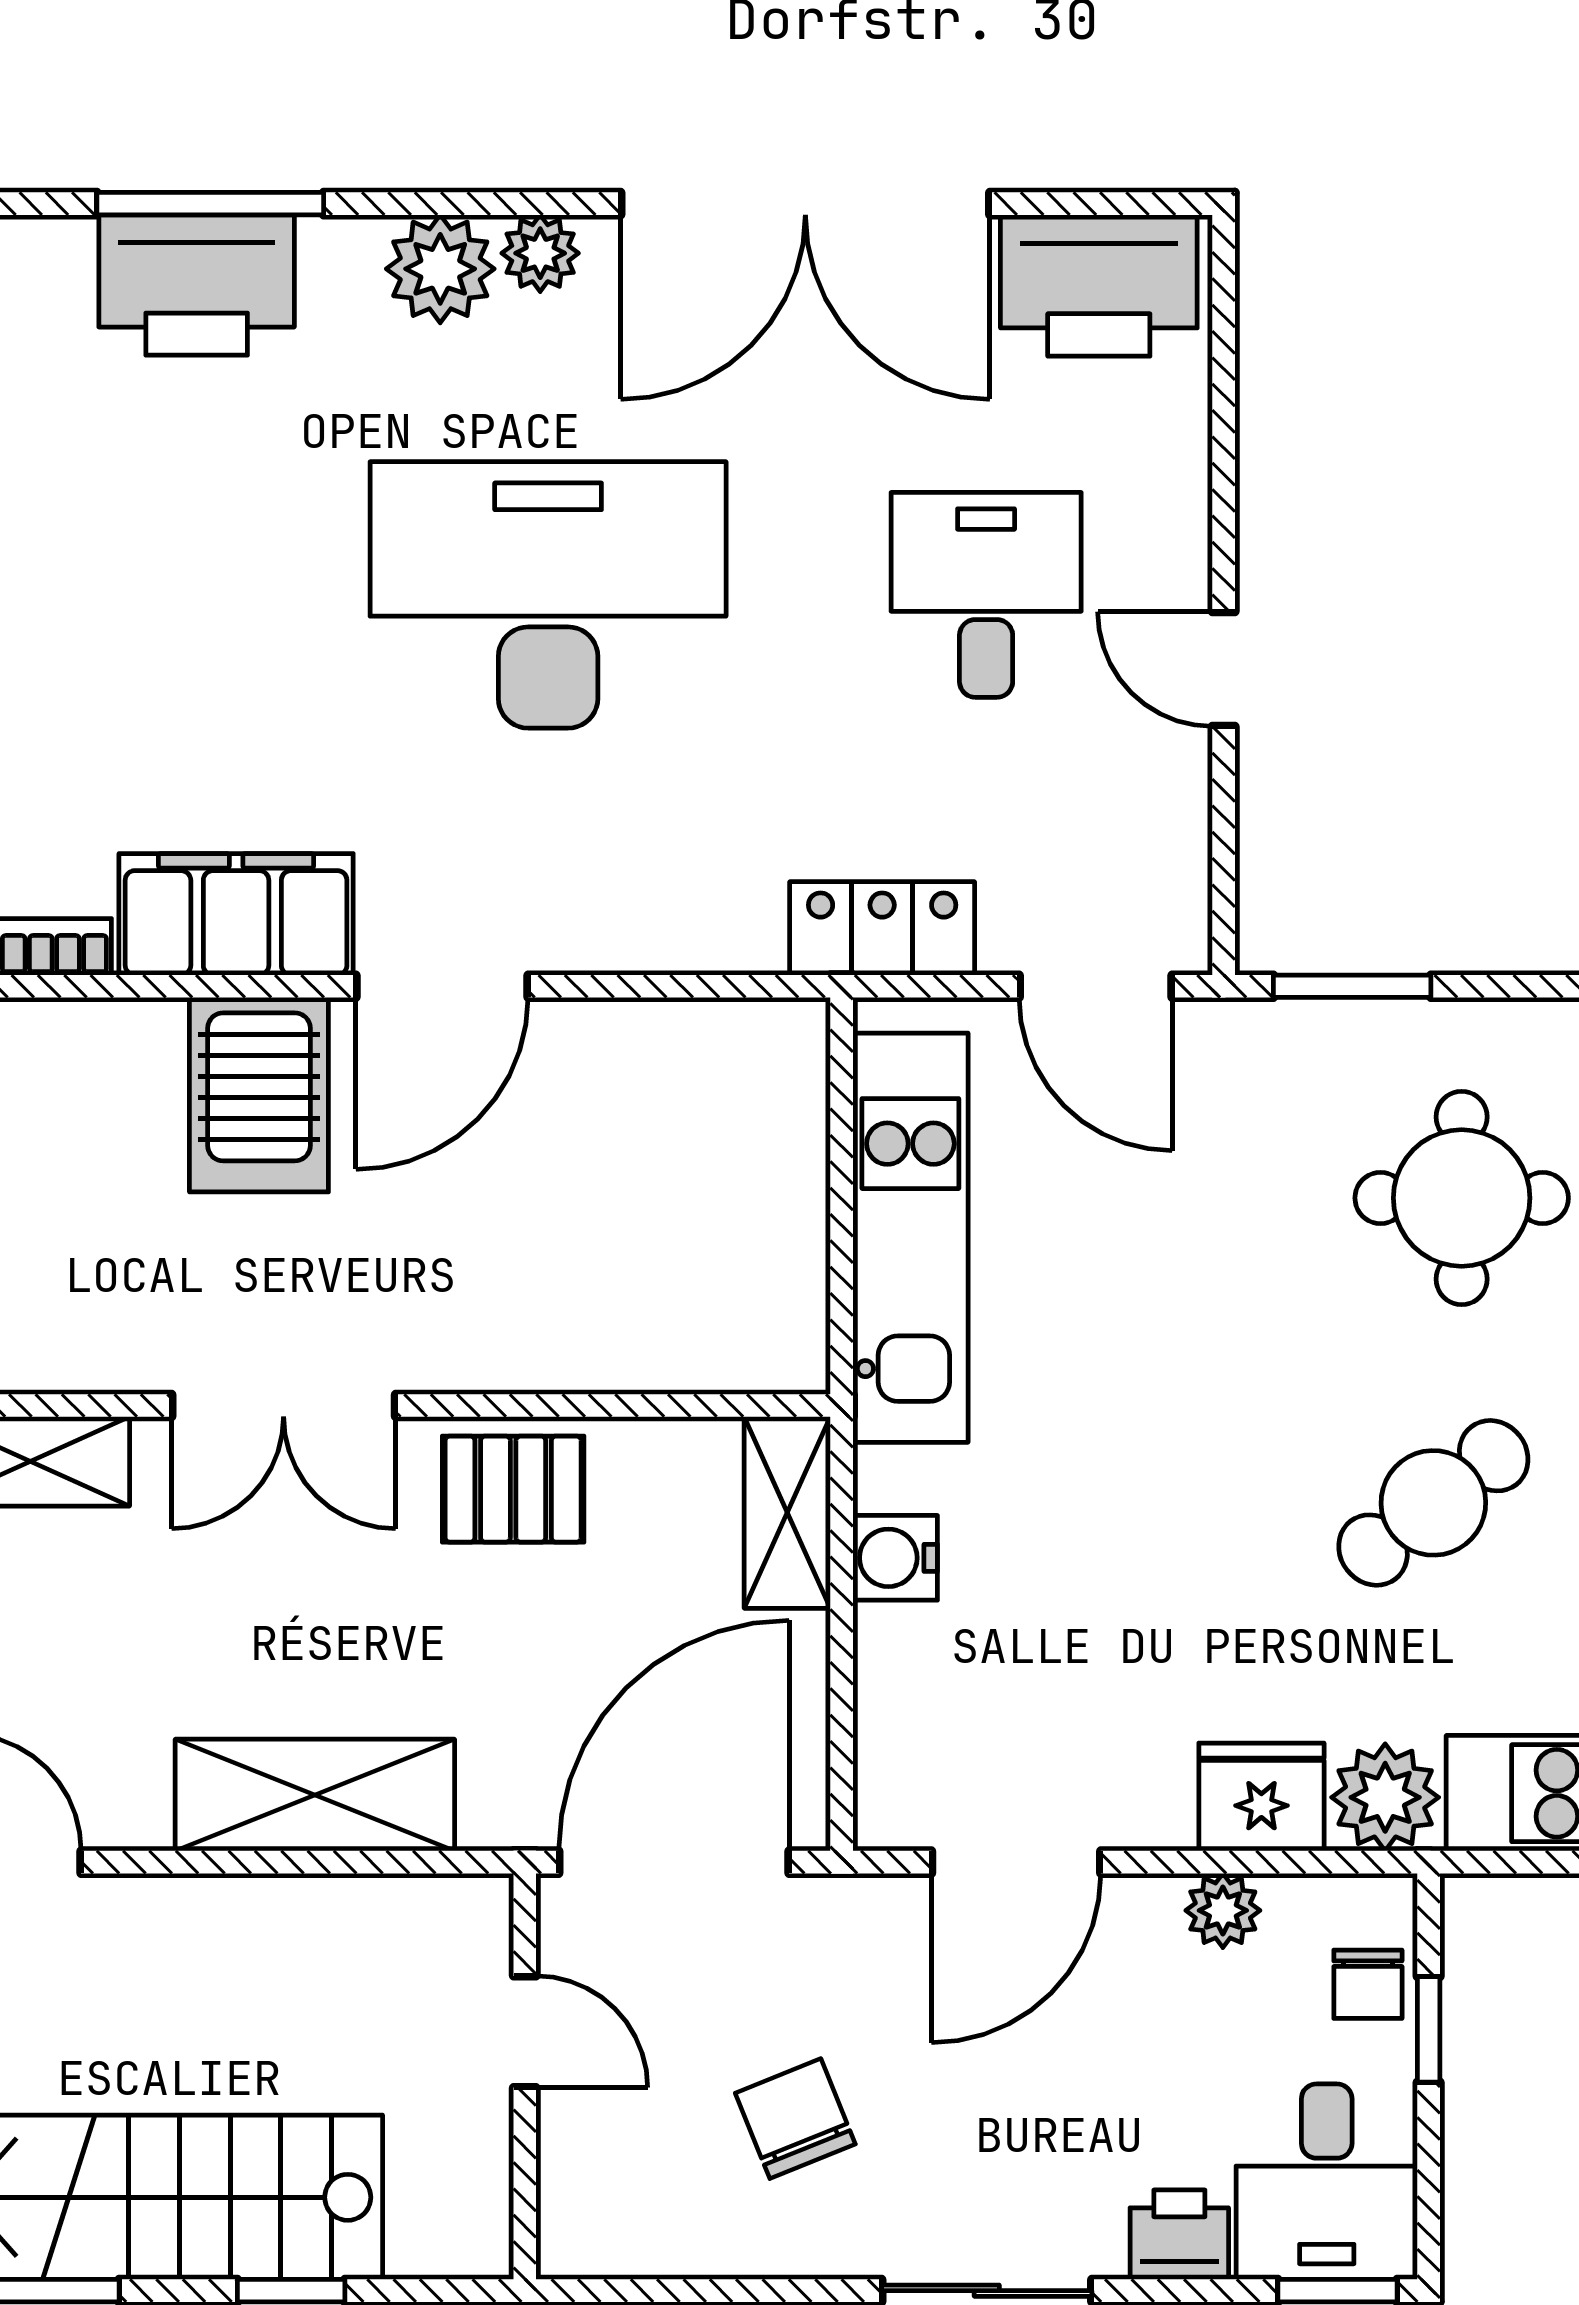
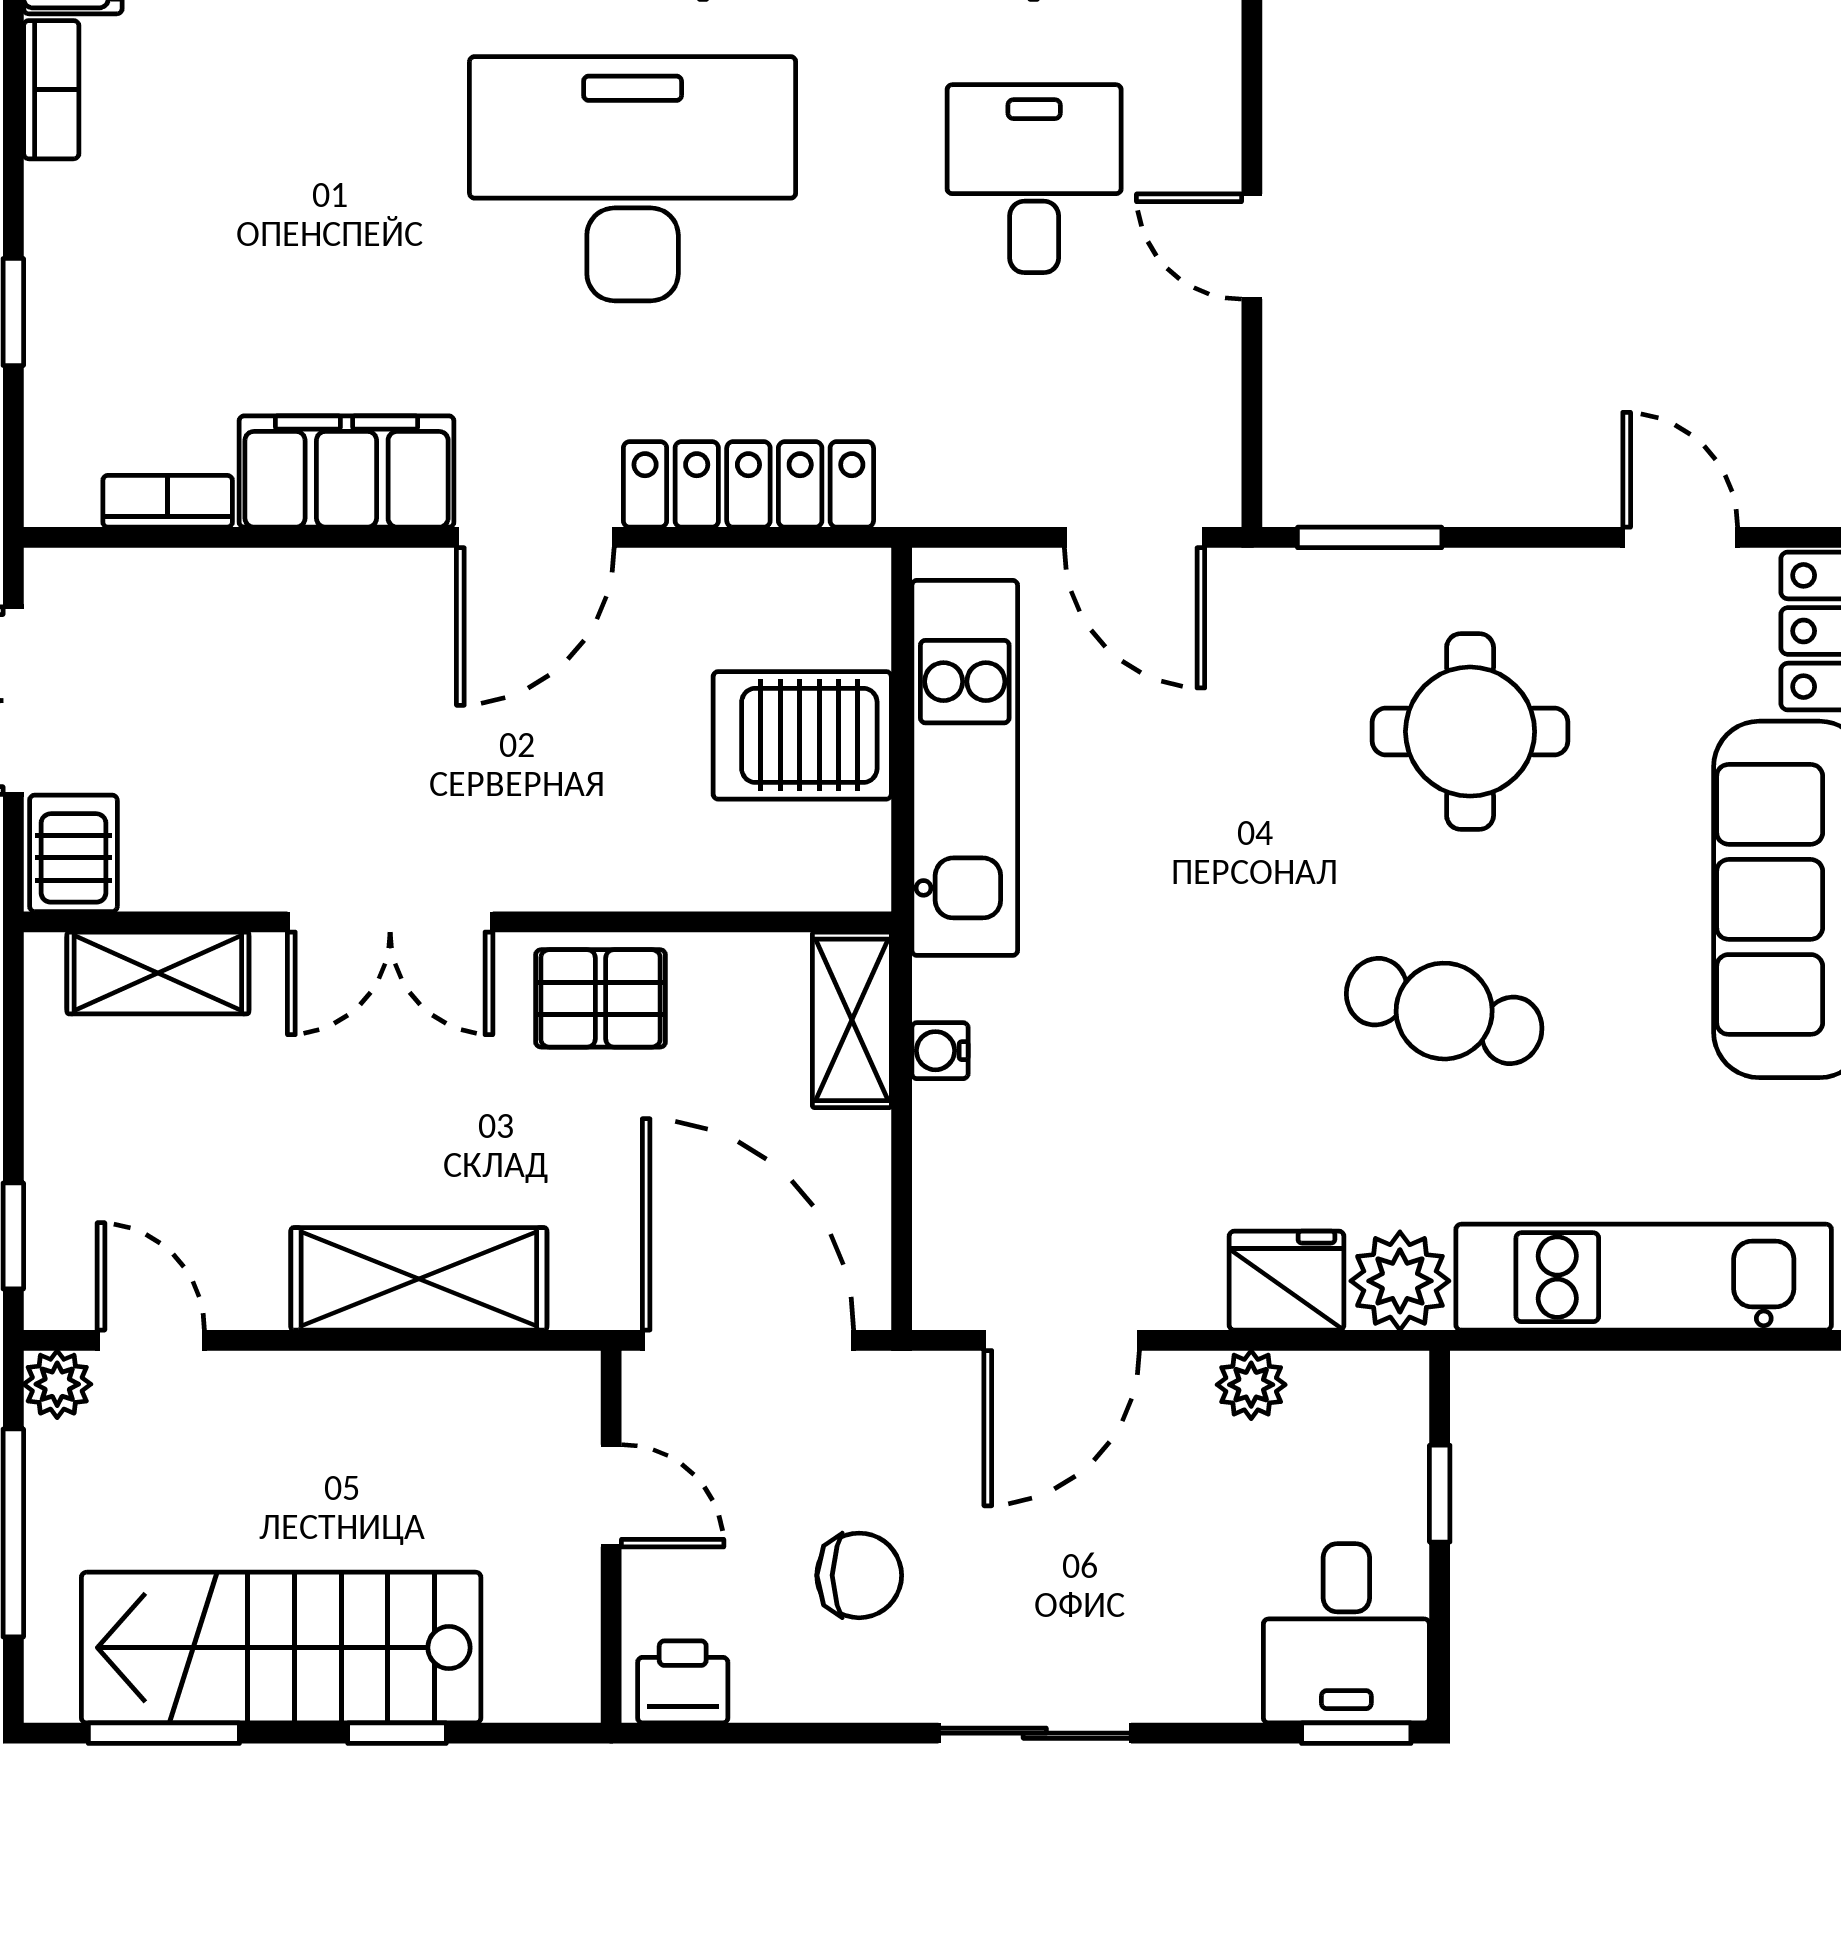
locker: (882, 928) -> (748, 484), moved, width x1.53
server rack: (259, 1095) -> (802, 735), moved, turned 90
cafe table: (1433, 1503) -> (1444, 1011), turned 54
water cooler: (895, 1558) -> (940, 1051), width x0.72, depth x0.72
door: (674, 1862) -> (748, 1340), hinge flipped
chair: (1368, 1984) -> (1384, 1452), removed
chair: (795, 2119) -> (859, 1575), turned 112
printer: (1179, 2235) -> (683, 1682), moved

